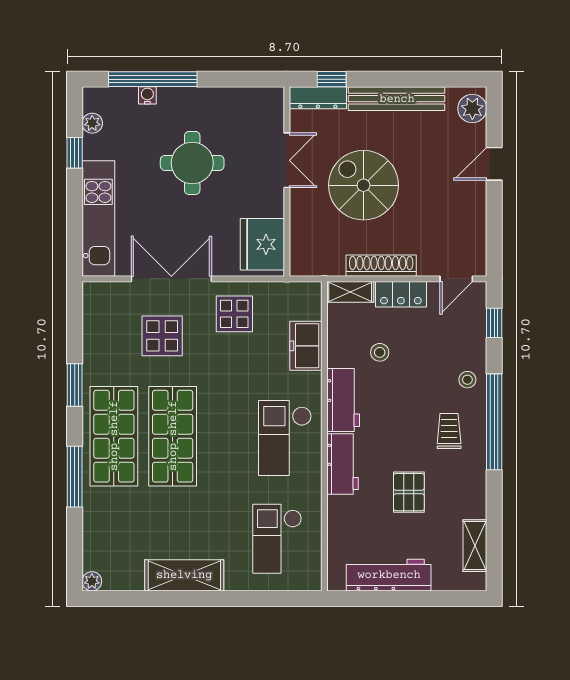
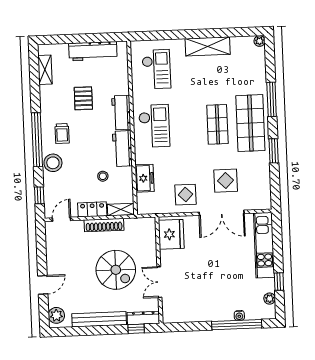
round table: (192, 163) -> (213, 278), removed
stool: (467, 380) -> (53, 163), width x1.89, depth x1.89
shop shelf: (173, 436) -> (217, 124), width x0.70, depth x0.74

